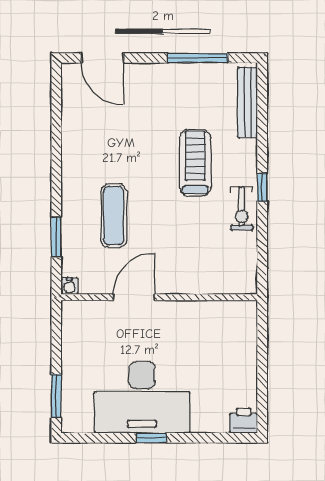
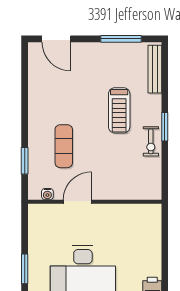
treadmill: (195, 163) -> (119, 110), turned 180
window: (262, 187) -> (165, 127), width x1.50
water cooler: (69, 286) -> (47, 194), moved

